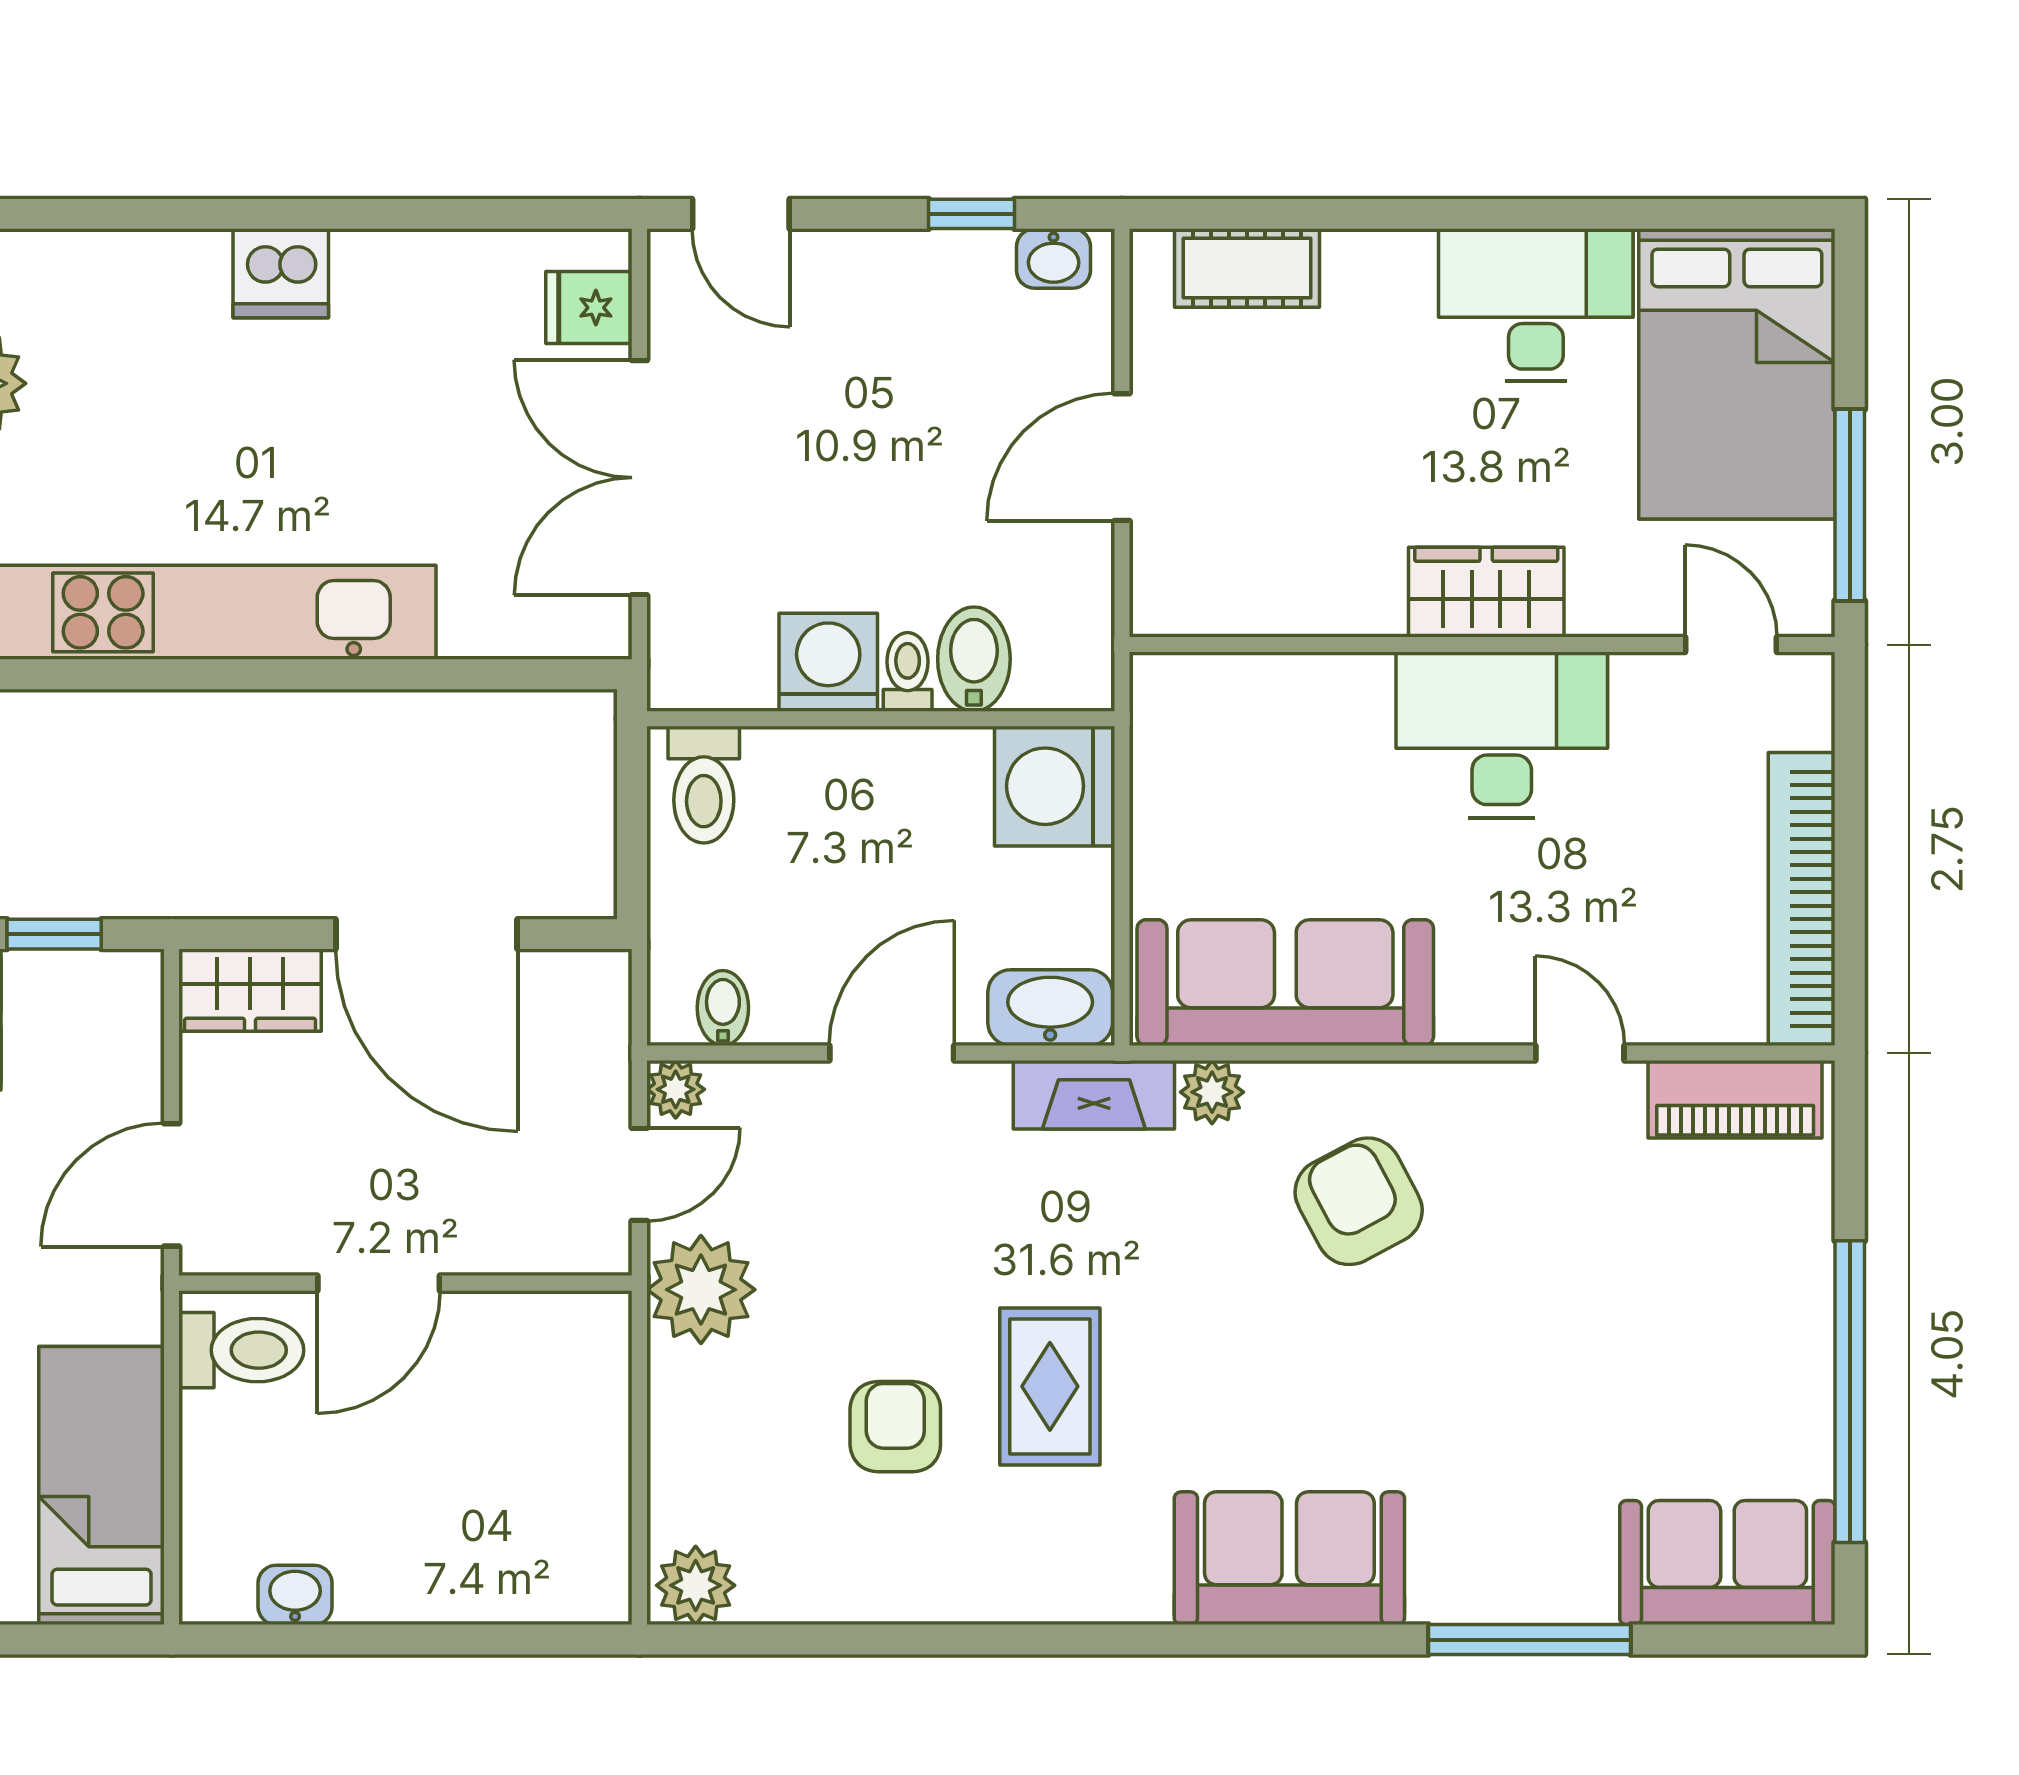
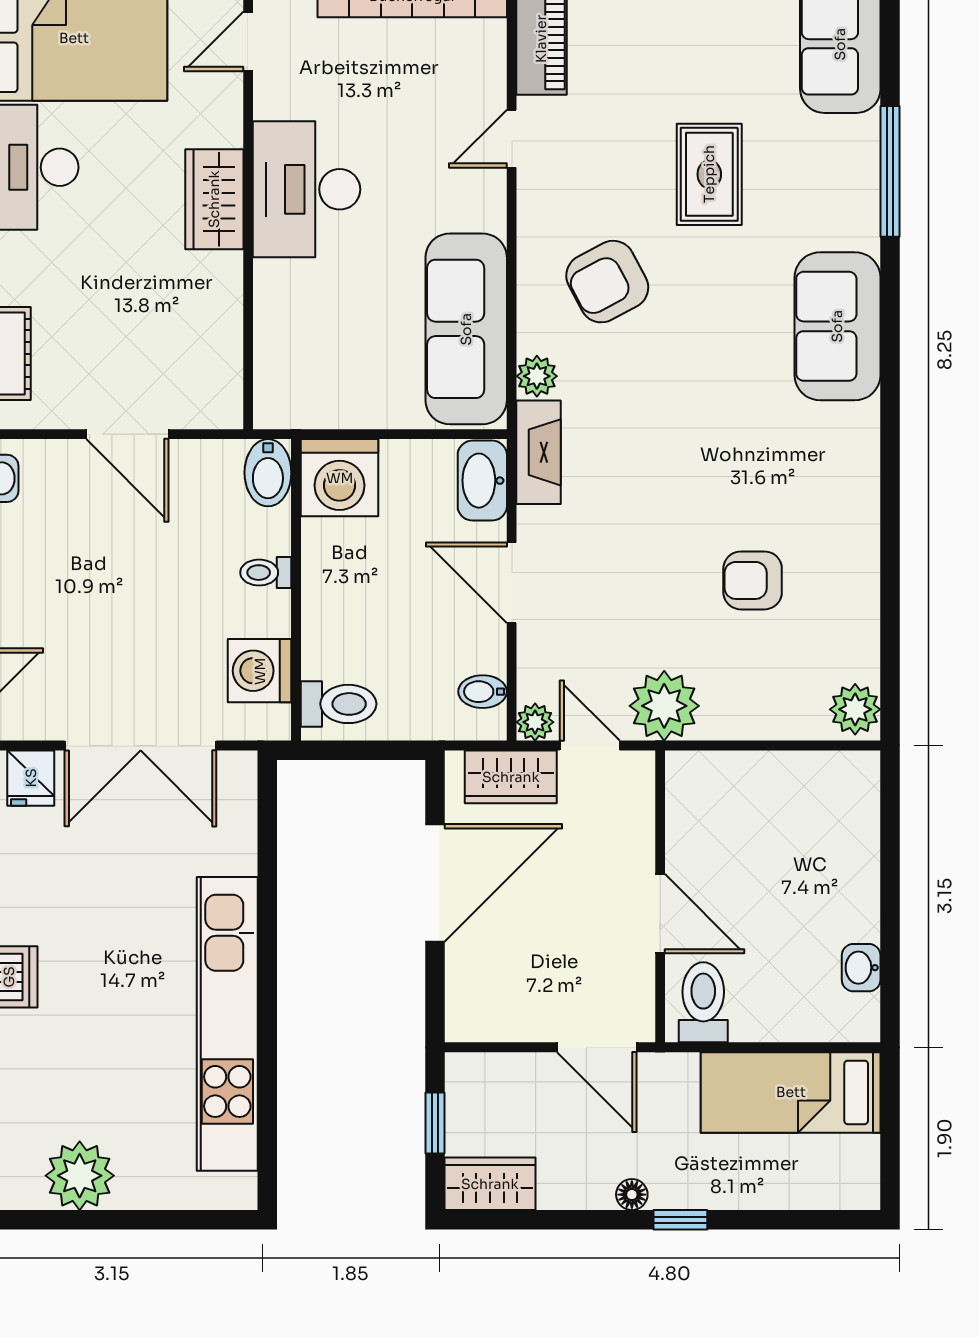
bidet: (974, 659) -> (268, 473), moved, turned -90
washing machine: (828, 662) -> (260, 671), moved
wardrobe: (250, 990) -> (511, 777), moved, turned 90
rug: (1050, 1386) -> (709, 174), moved, turned 90

